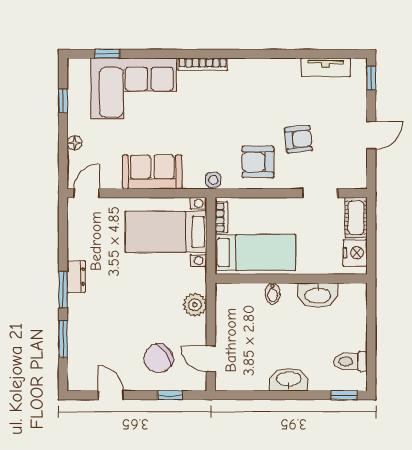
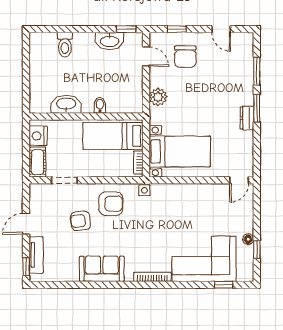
tv unit: (326, 67) -> (36, 255), moved, turned 90
floor lamp: (75, 143) -> (248, 239), moved
sofa: (152, 172) -> (102, 269), moved, turned 180
chair: (158, 358) -> (185, 57), turned 125
toilet: (350, 361) -> (65, 45), moved, turned 90
washbasin: (289, 380) -> (110, 41), moved
window: (344, 395) -> (126, 29), moved

